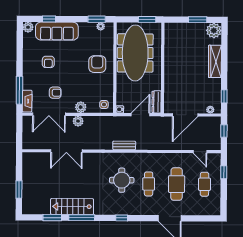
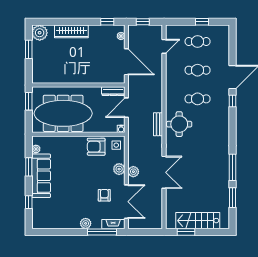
window: (97, 19) -> (29, 167), moved
plant: (28, 27) -> (86, 223), moved
sofa: (57, 31) -> (41, 176), moved
armchair: (48, 62) -> (73, 203), removed
armchair: (97, 64) -> (96, 147), moved
door: (140, 115) -> (126, 108), hinge flipped
double door: (66, 151) -> (164, 172), moved
window: (224, 172) -> (202, 22), moved
round table: (122, 180) -> (179, 124), moved
cafe table: (177, 184) -> (198, 70), width x0.73, depth x0.74
window: (19, 189) -> (186, 232), moved
stairs: (72, 207) -> (198, 221), moved, turned 90
window: (122, 218) -> (233, 101), moved

